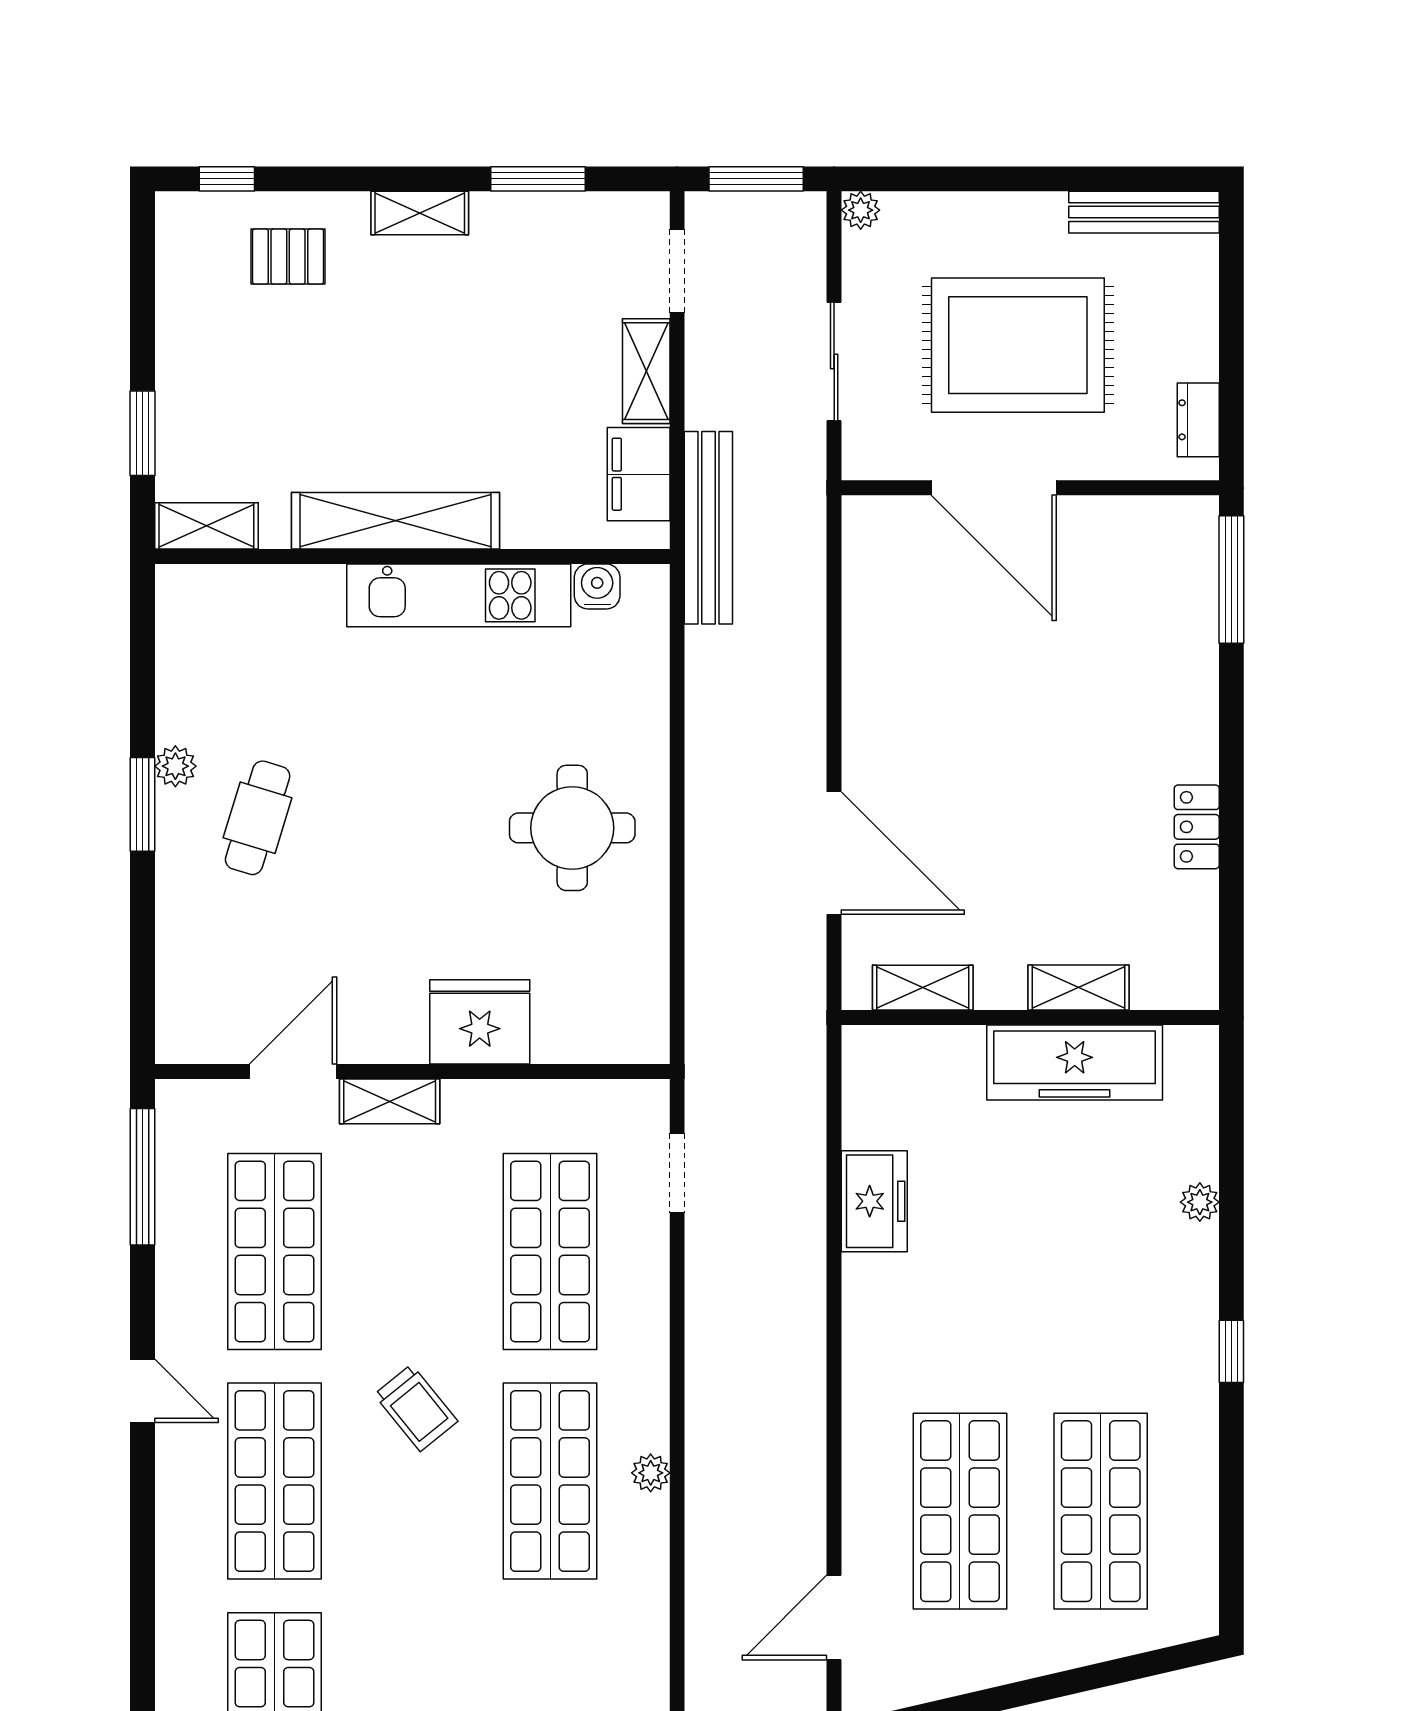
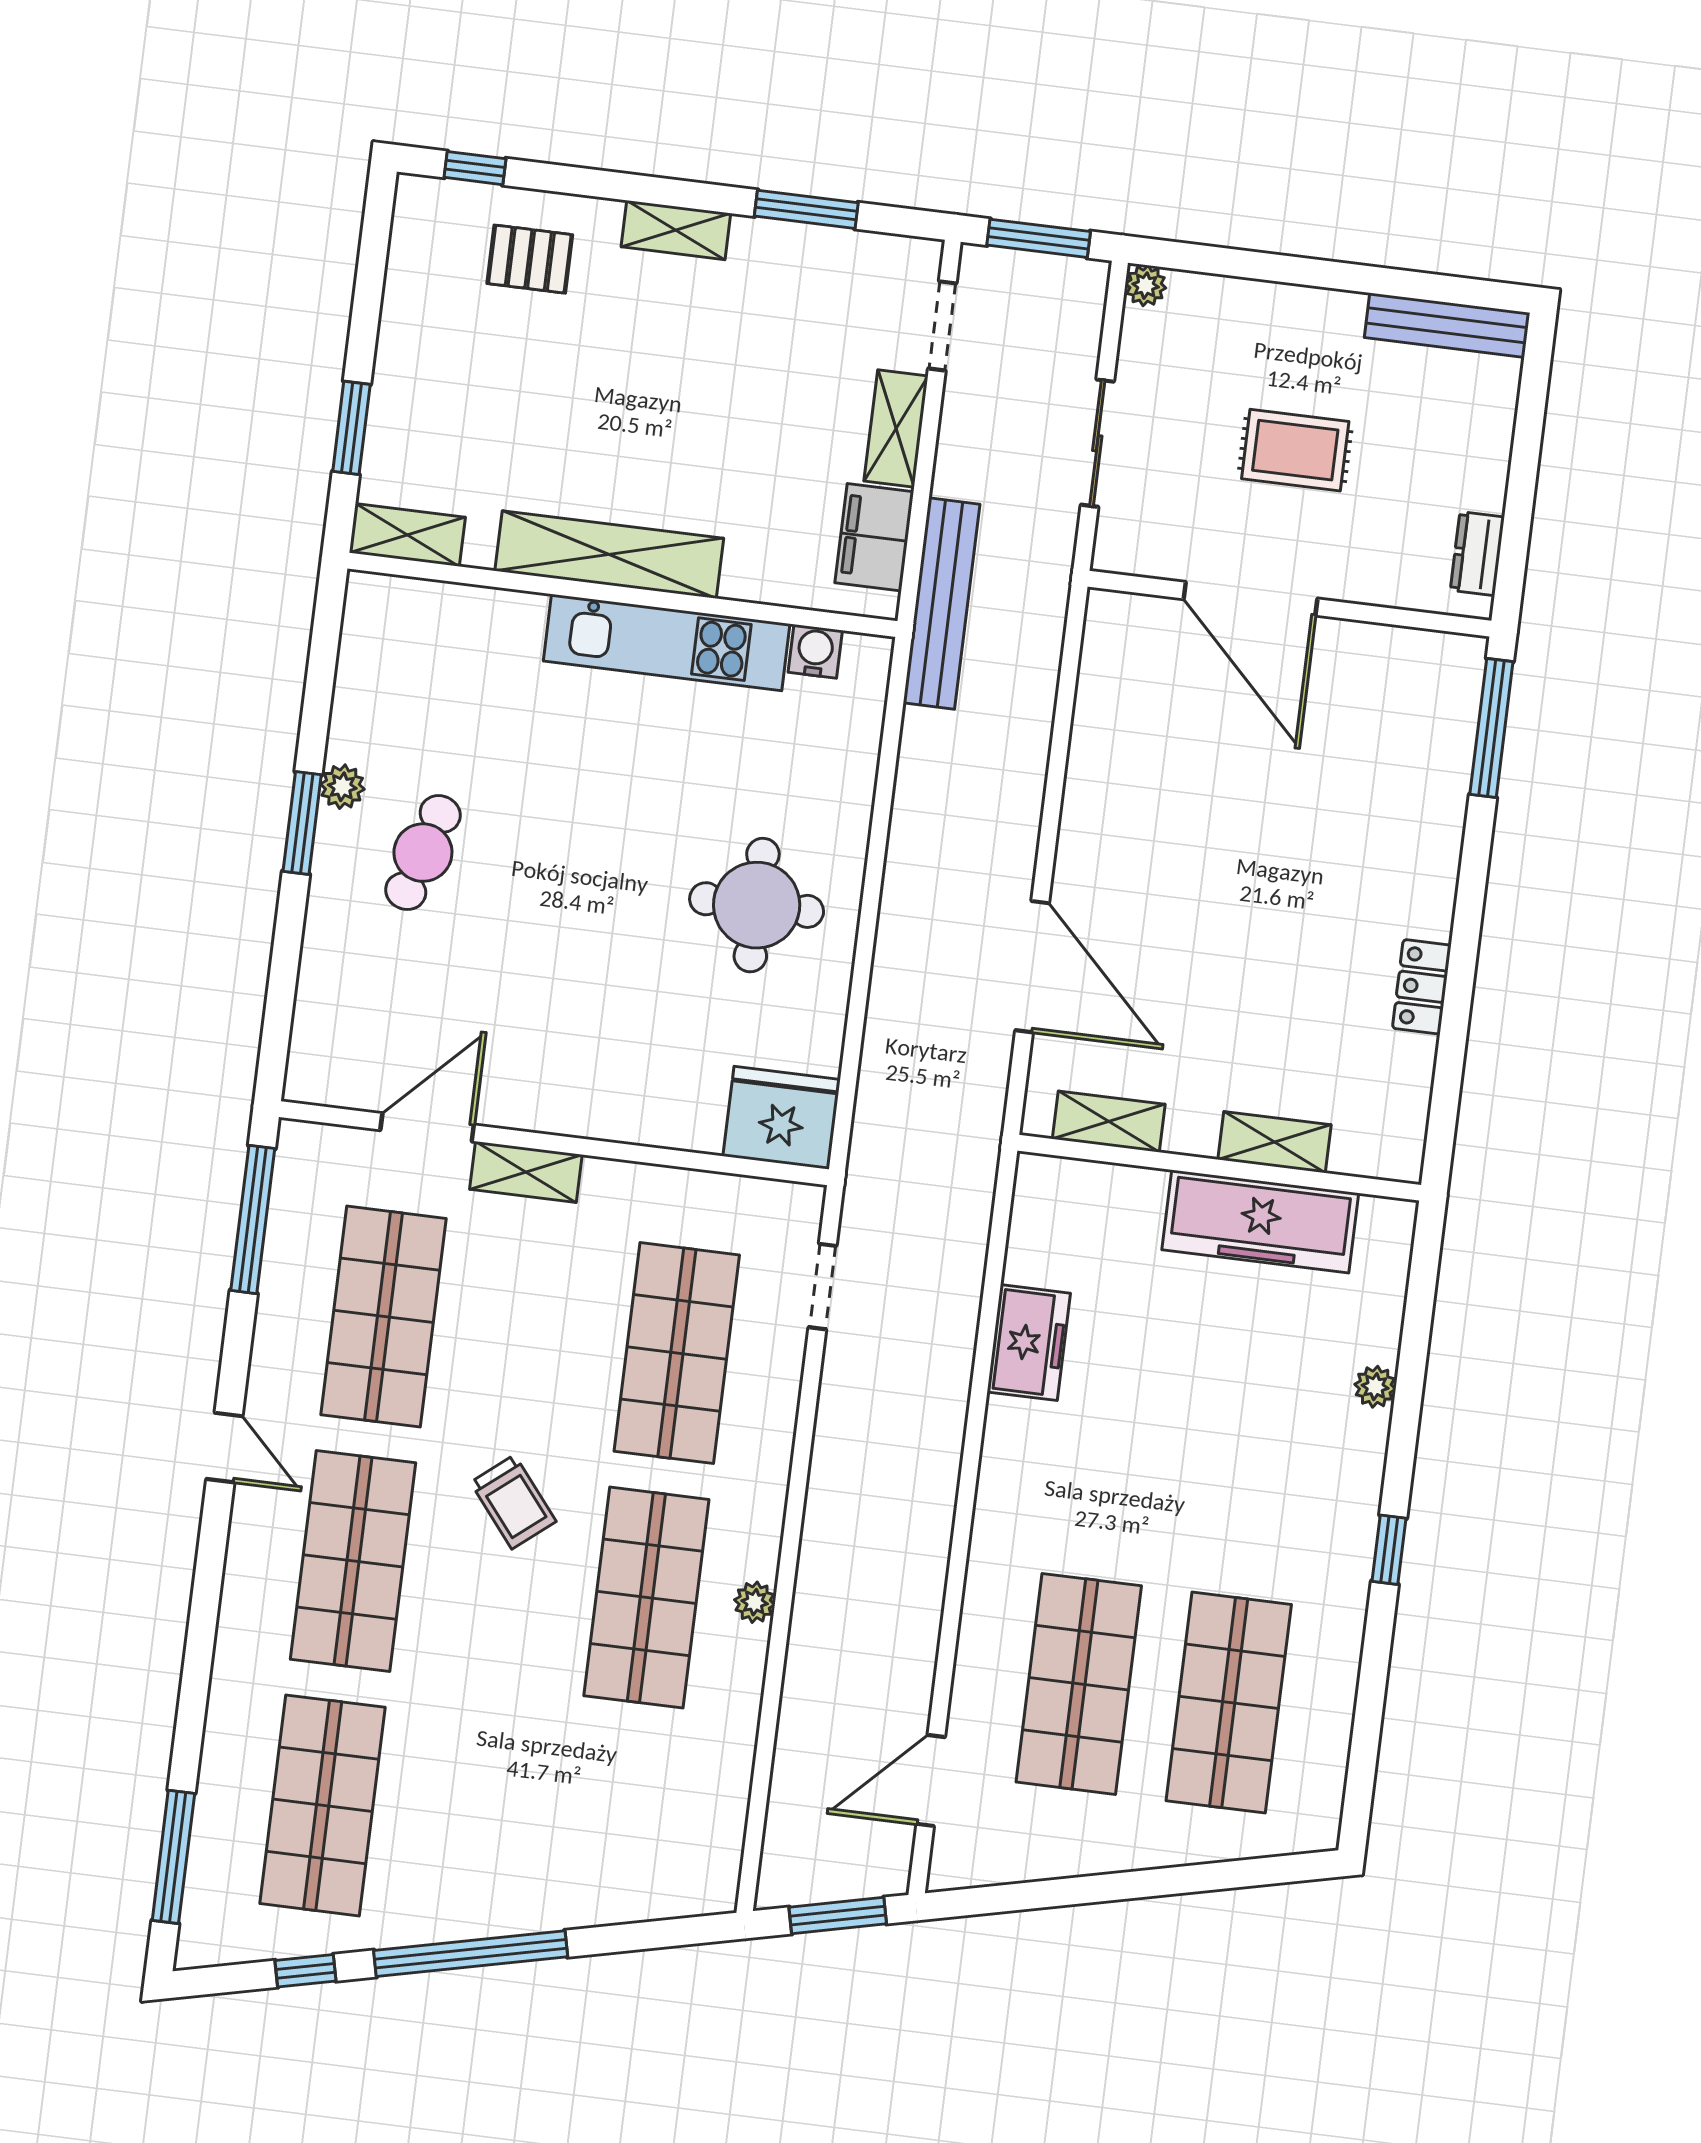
rug: (1018, 345) -> (1295, 450), width x0.54, depth x0.49
fridge: (480, 1022) -> (782, 1118), moved

